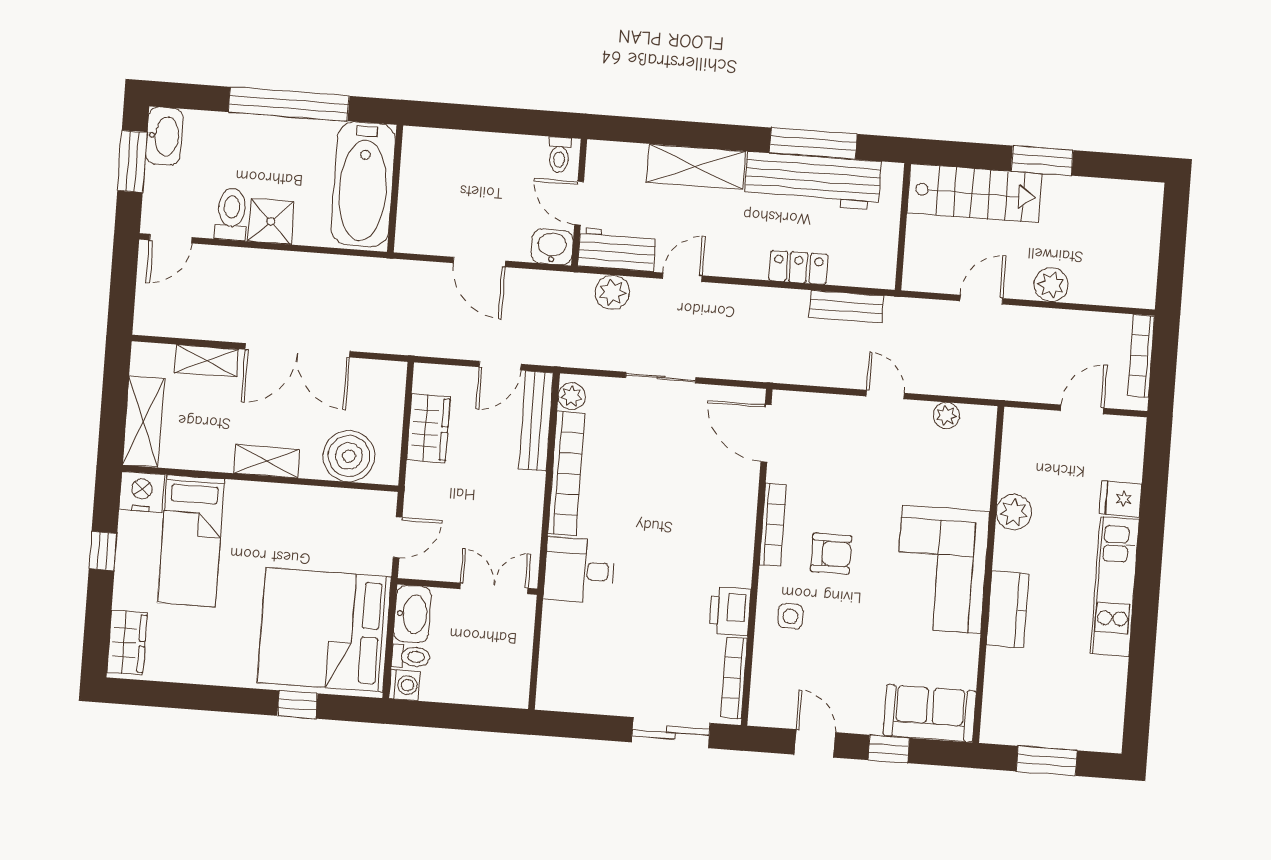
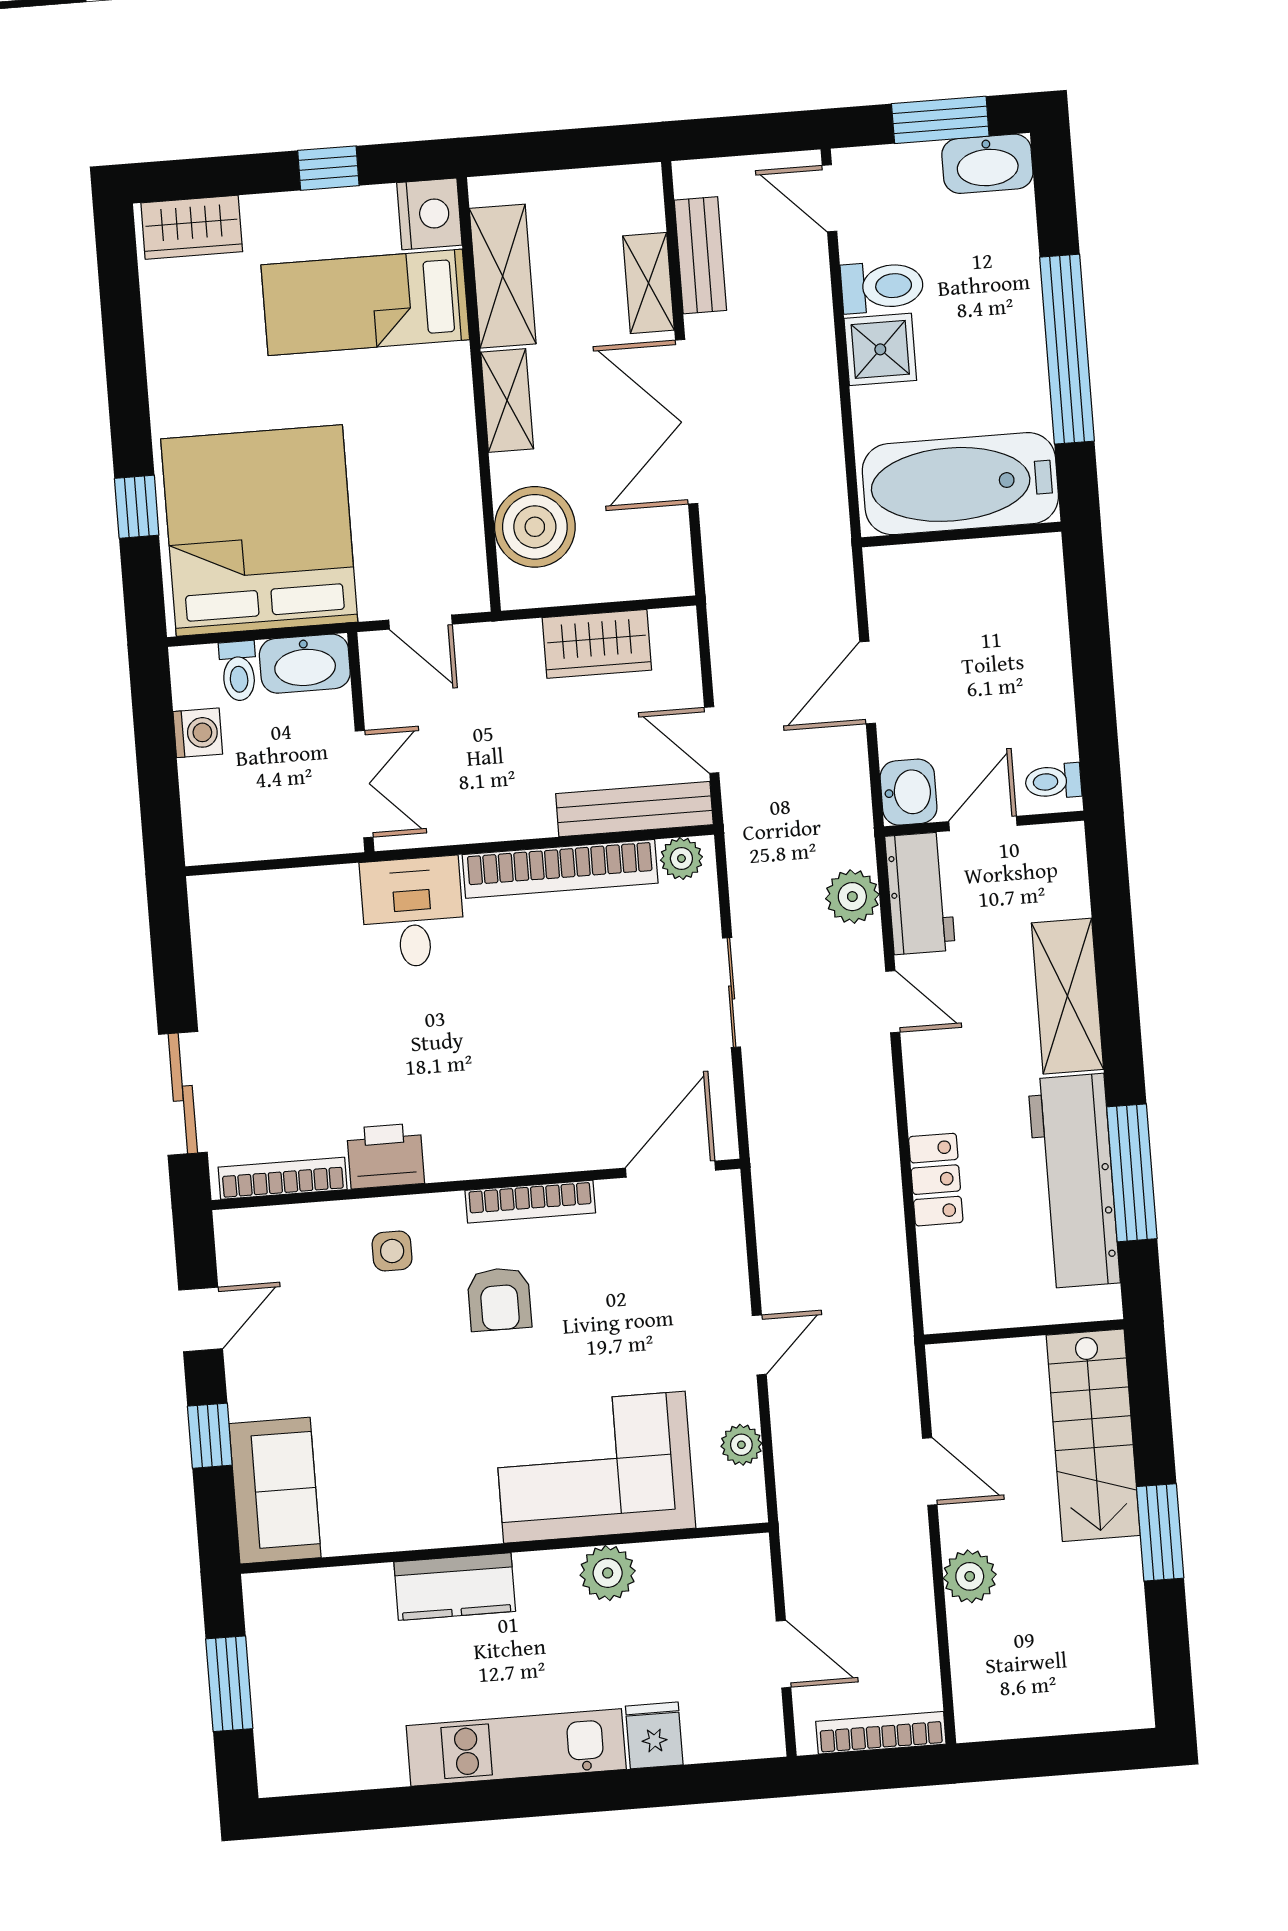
bench: (846, 307) -> (700, 255), moved
shelving: (143, 422) -> (503, 276), moved, turned 90
corner sofa: (942, 569) -> (594, 1467), moved
washing machine: (404, 685) -> (198, 733), moved, turned -90

